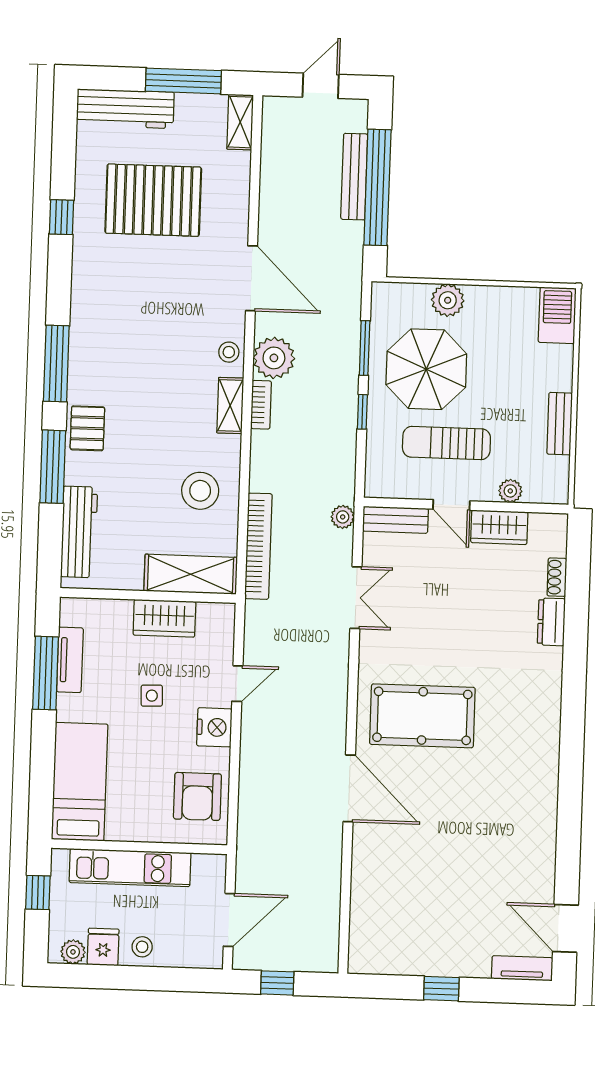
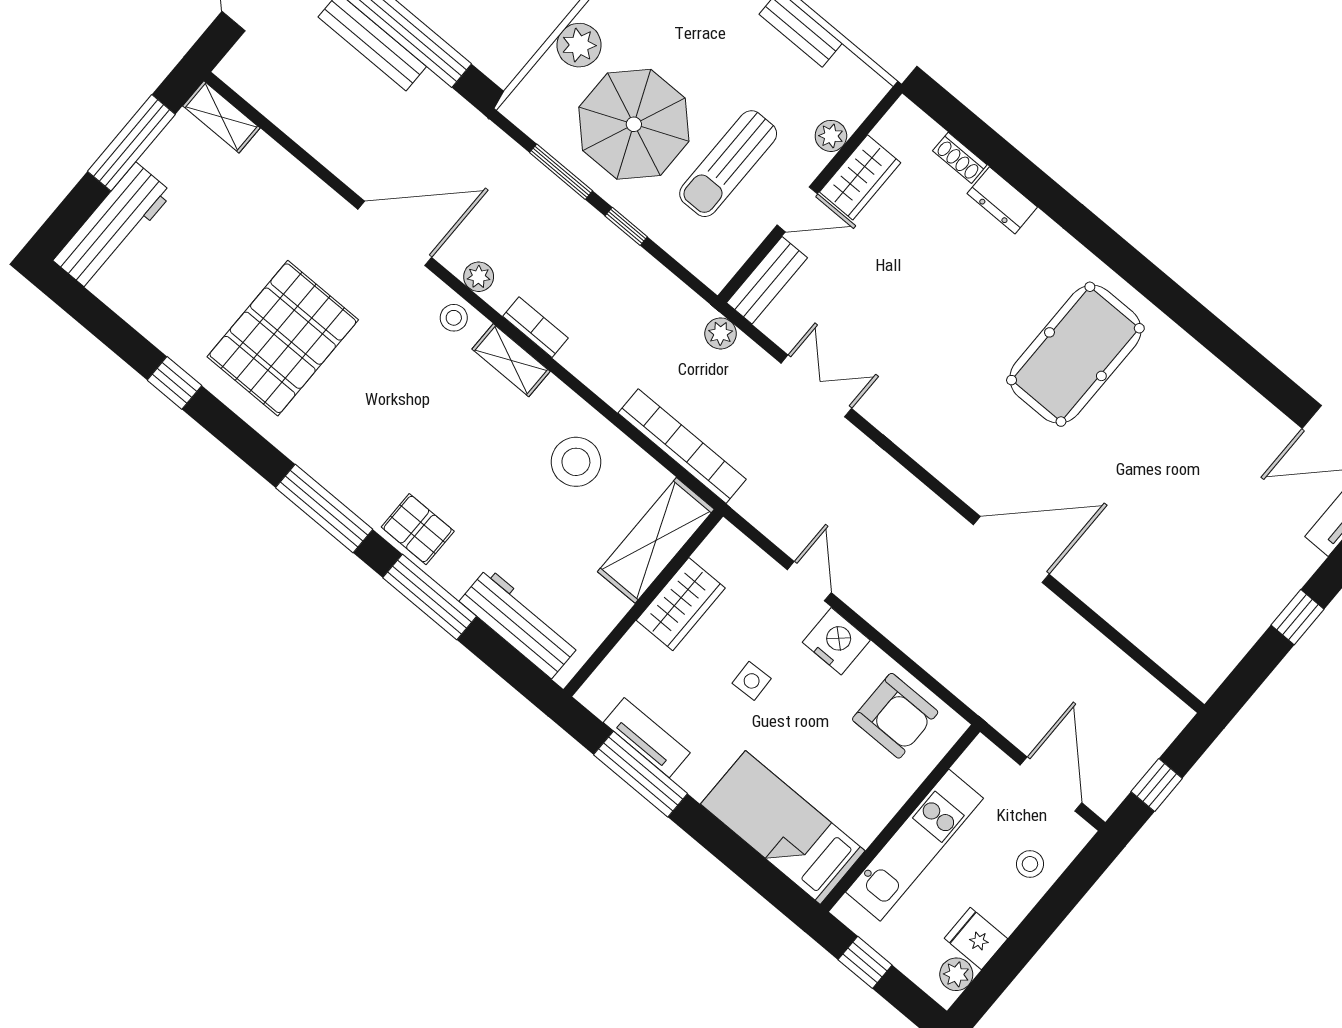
pallet: (153, 200) -> (283, 338), moved
plant: (274, 358) -> (479, 277), width x0.53, depth x0.53
pool table: (422, 716) -> (1075, 354), moved
stool: (142, 947) -> (1030, 864), moved

